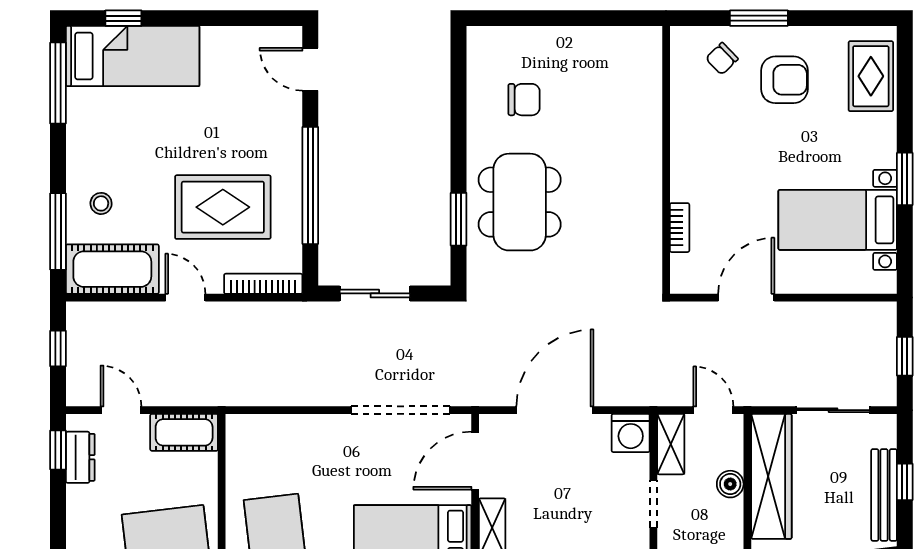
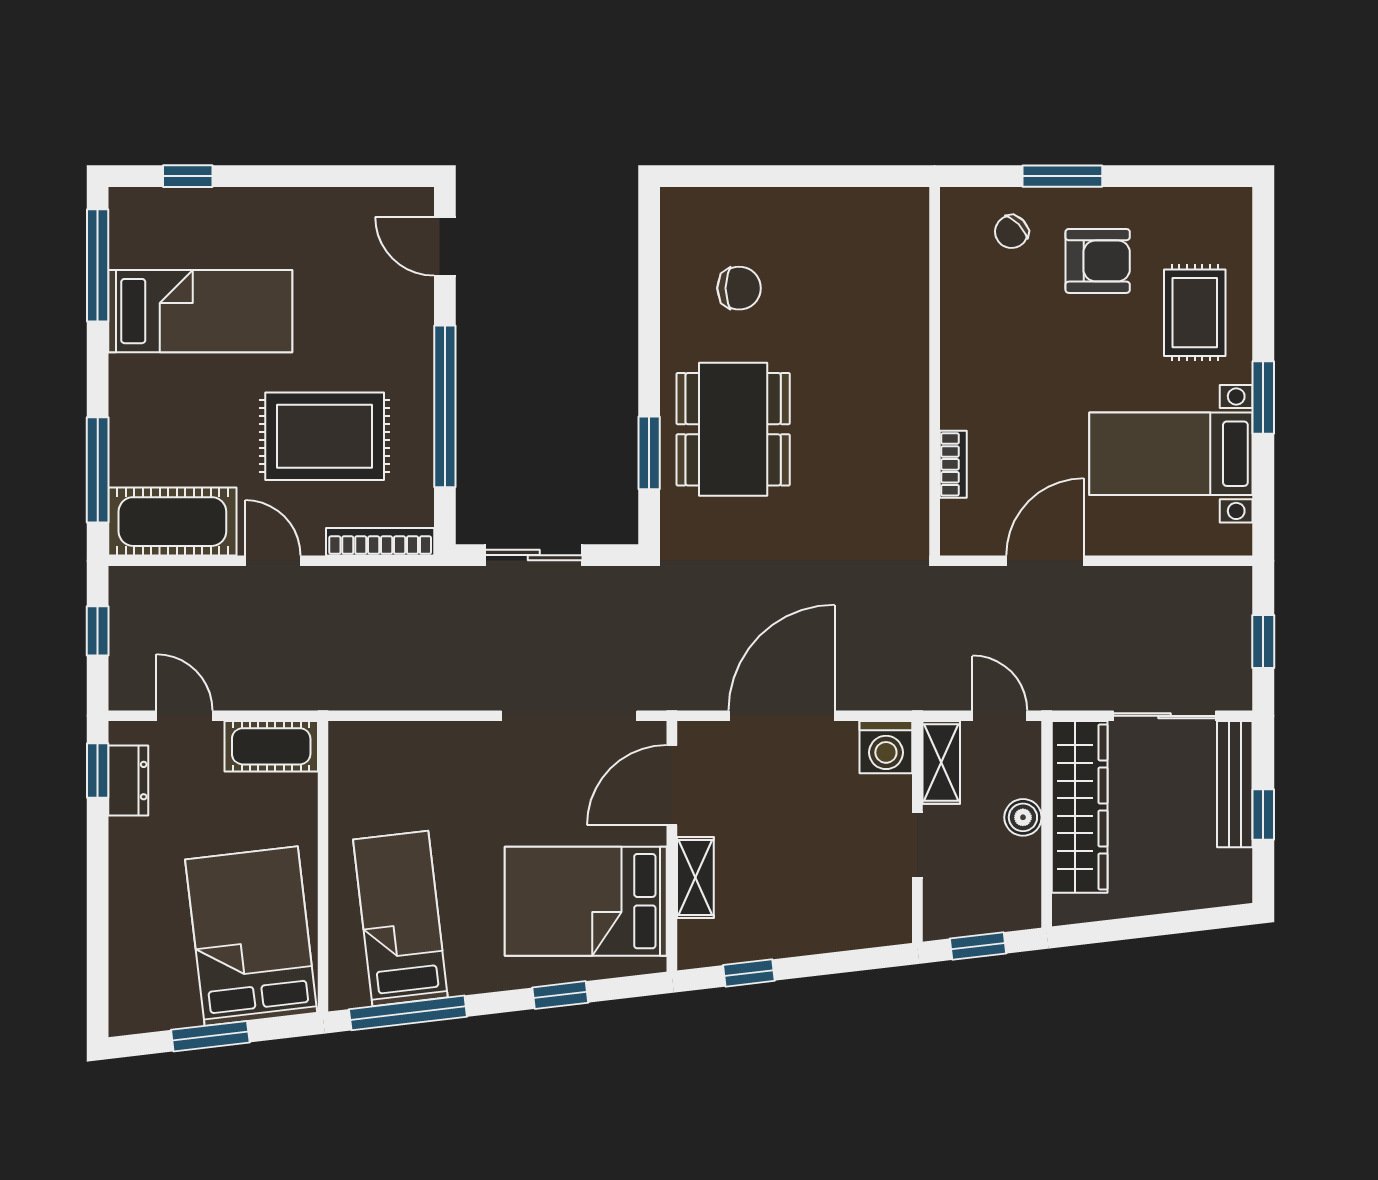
bed: (133, 56) -> (200, 311), moved
rug: (871, 76) -> (1195, 313), moved
stool: (101, 203) -> (157, 431), removed
bench: (884, 495) -> (1235, 784), moved

